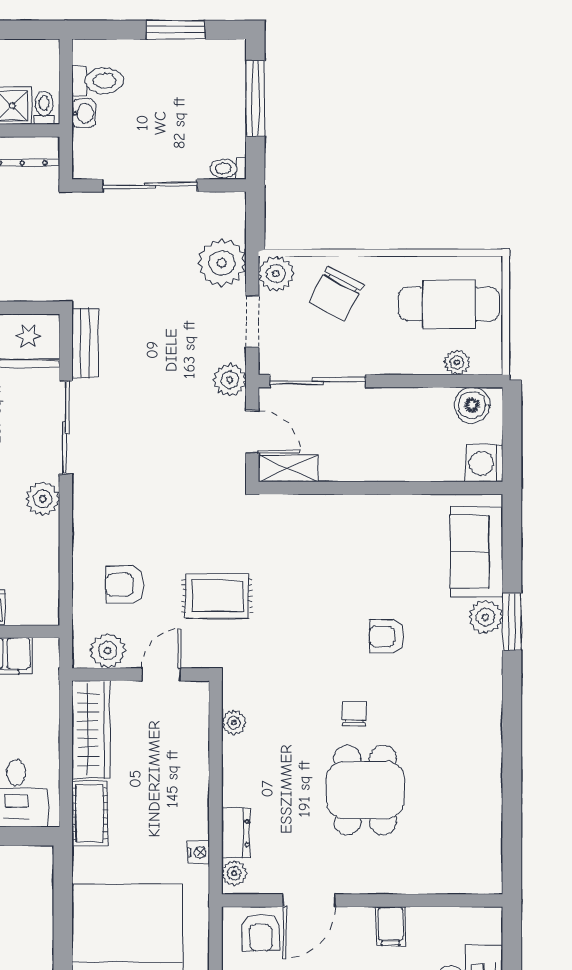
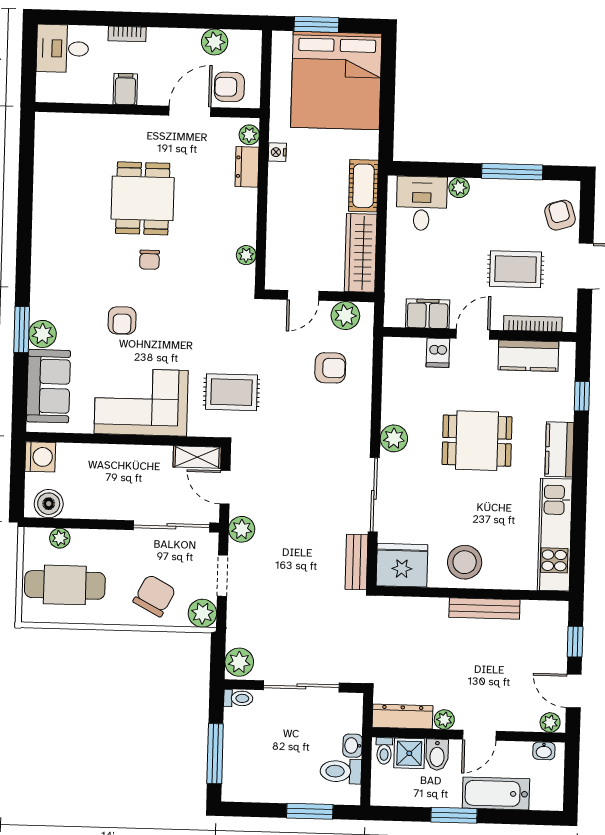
window: (176, 30) -> (310, 811), moved
plant: (222, 263) -> (239, 662), moved, width x0.73, depth x0.73
corner sofa: (360, 535) -> (141, 402), added
rug: (217, 596) -> (231, 392), moved
armchair: (387, 637) -> (122, 321), turned 90
armchair: (261, 932) -> (229, 87), turned -90

